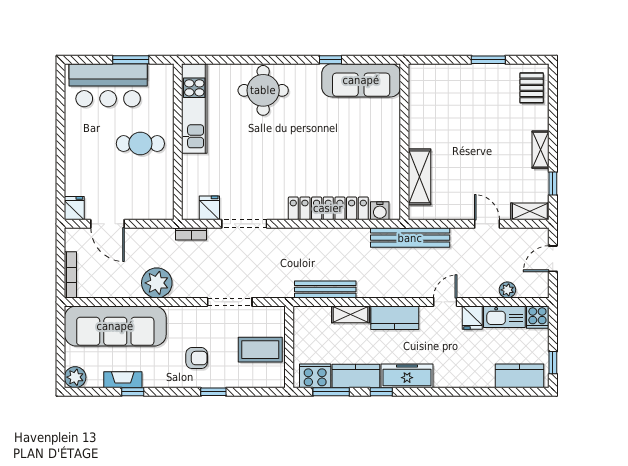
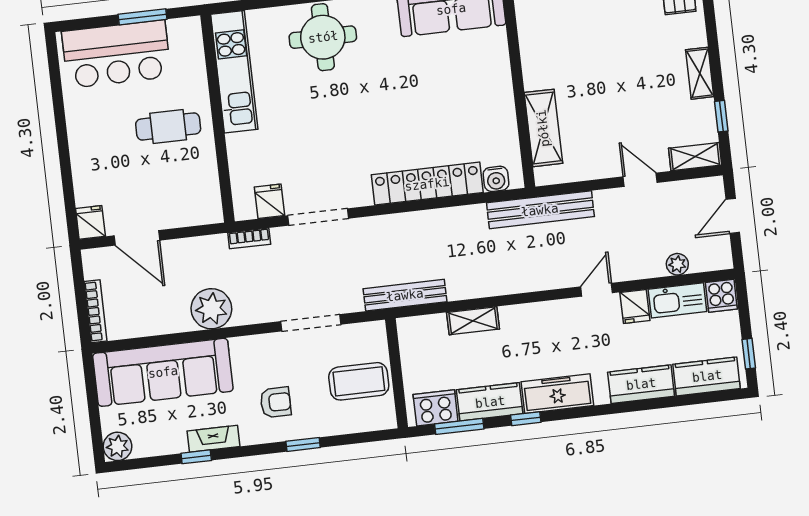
bench: (325, 289) -> (405, 295), moved
kitchen counter: (395, 318) -> (641, 384), moved, turned 180
fireplace: (123, 380) -> (213, 439), moved

